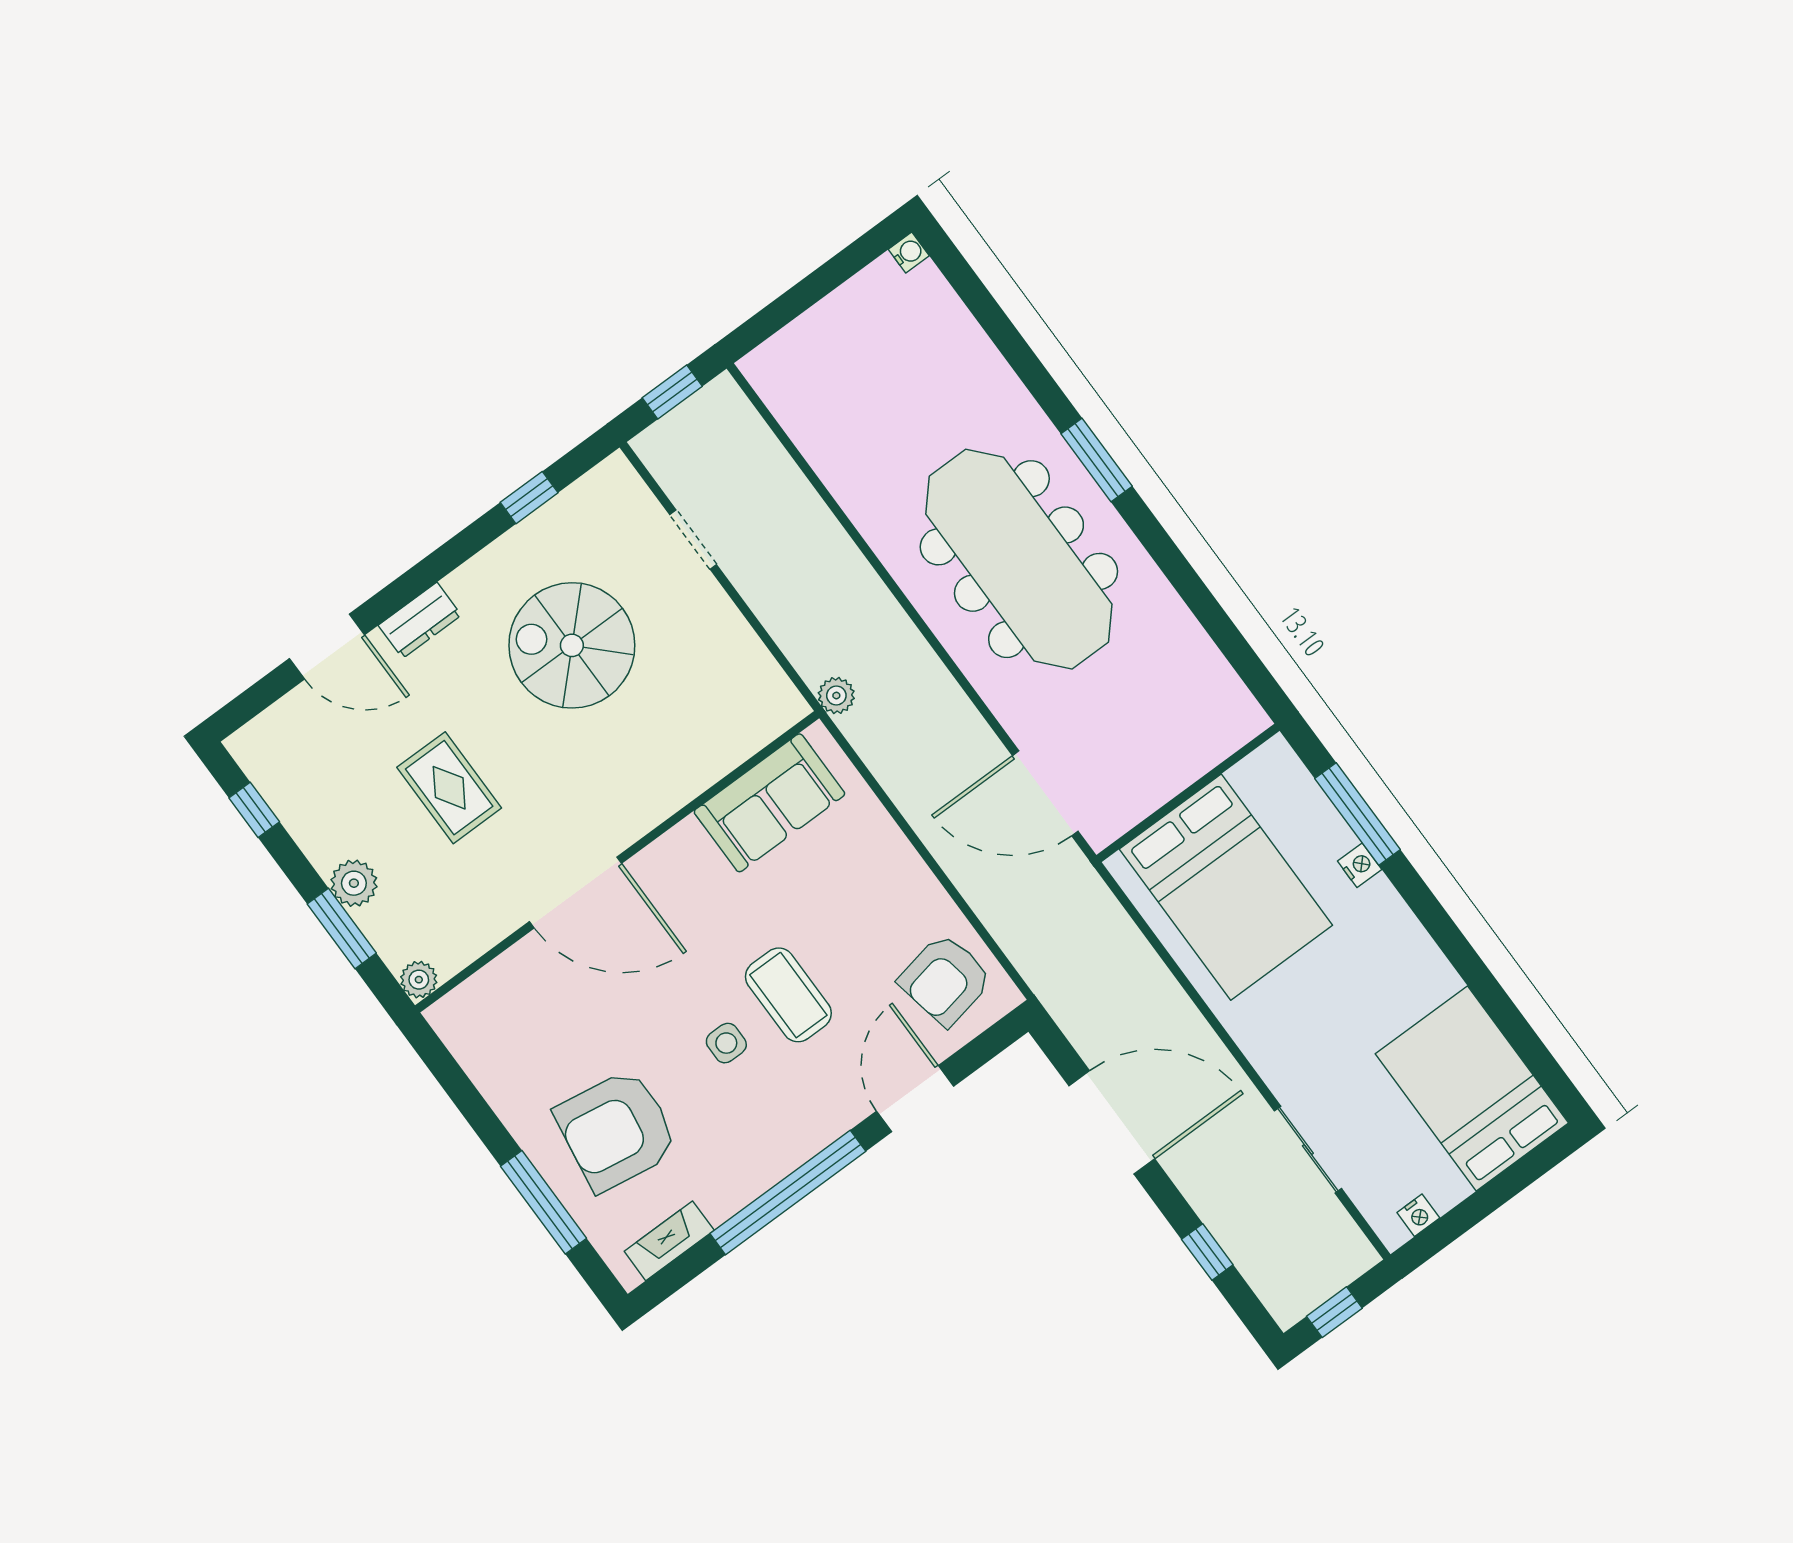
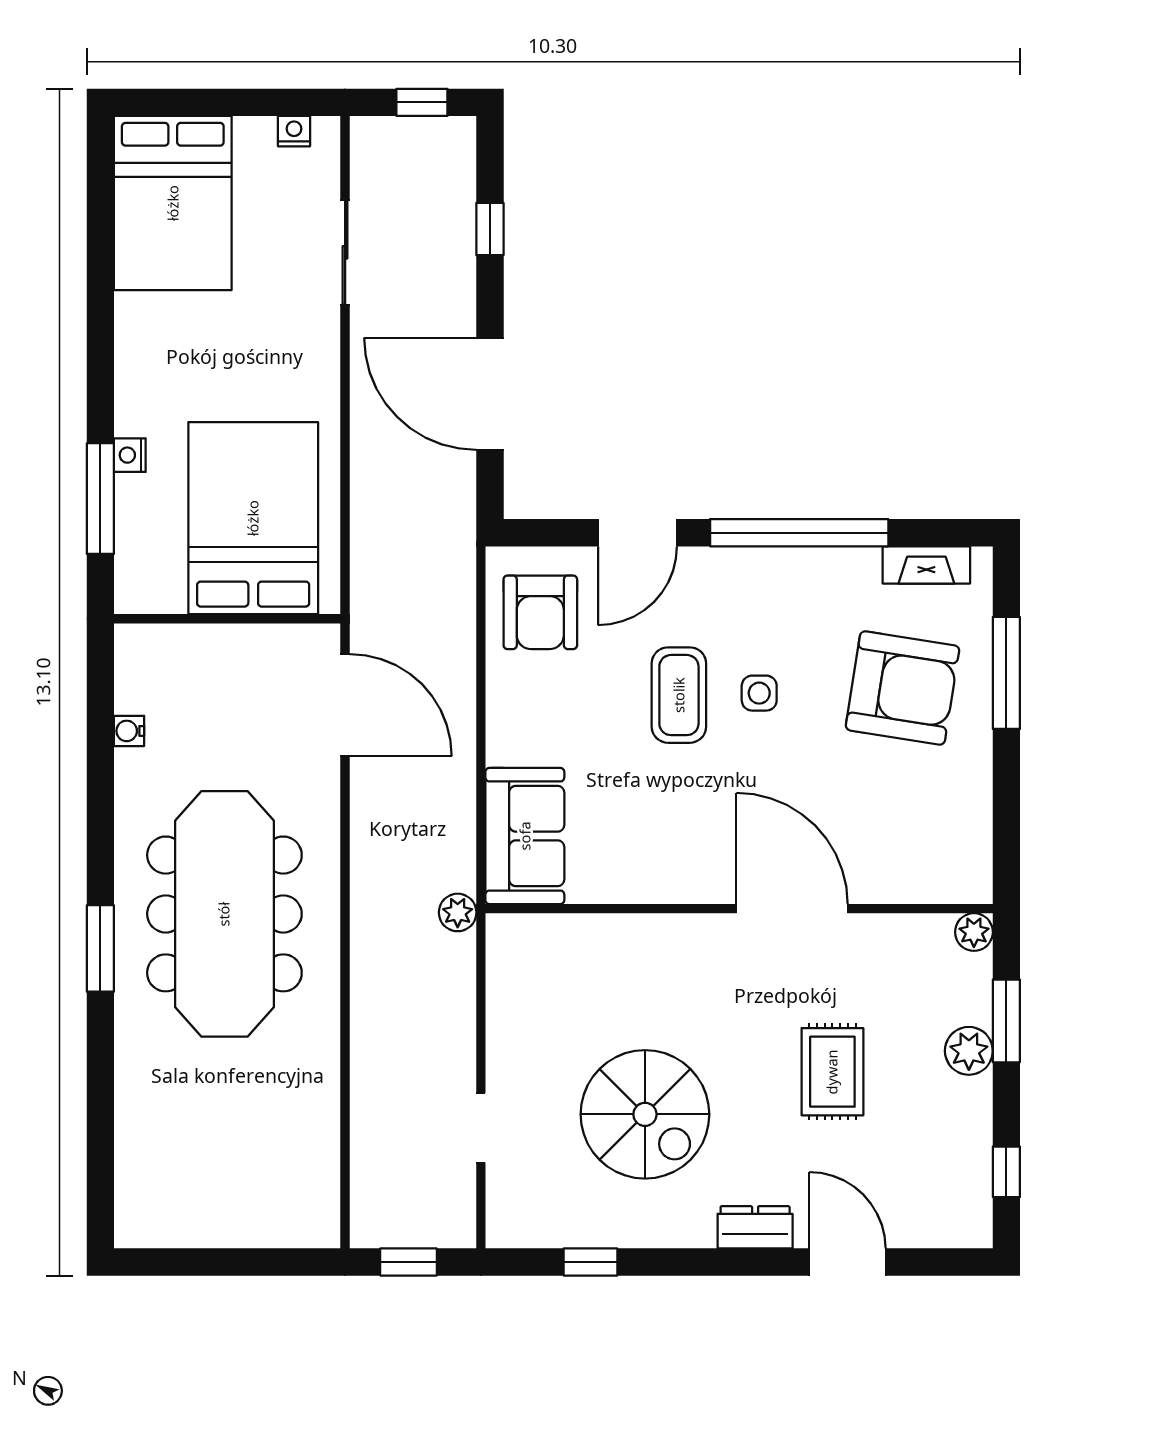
water cooler: (909, 253) -> (129, 731), moved
sofa: (769, 803) -> (525, 836), moved, turned 90
armchair: (945, 980) -> (540, 612), turned 101

